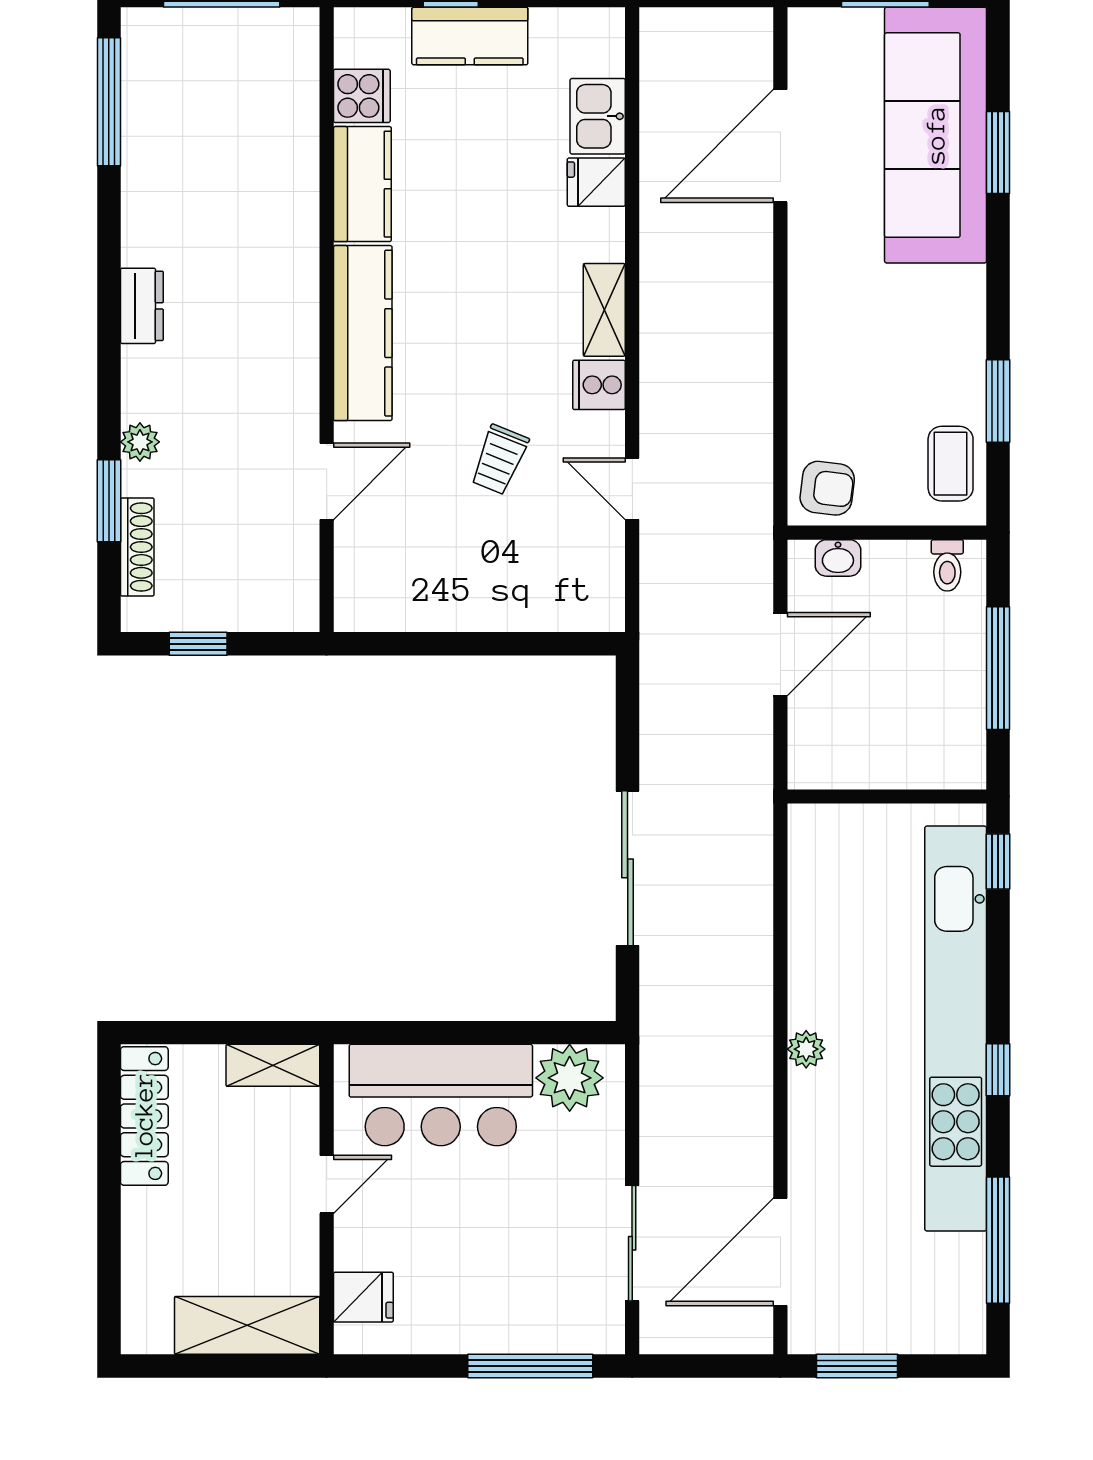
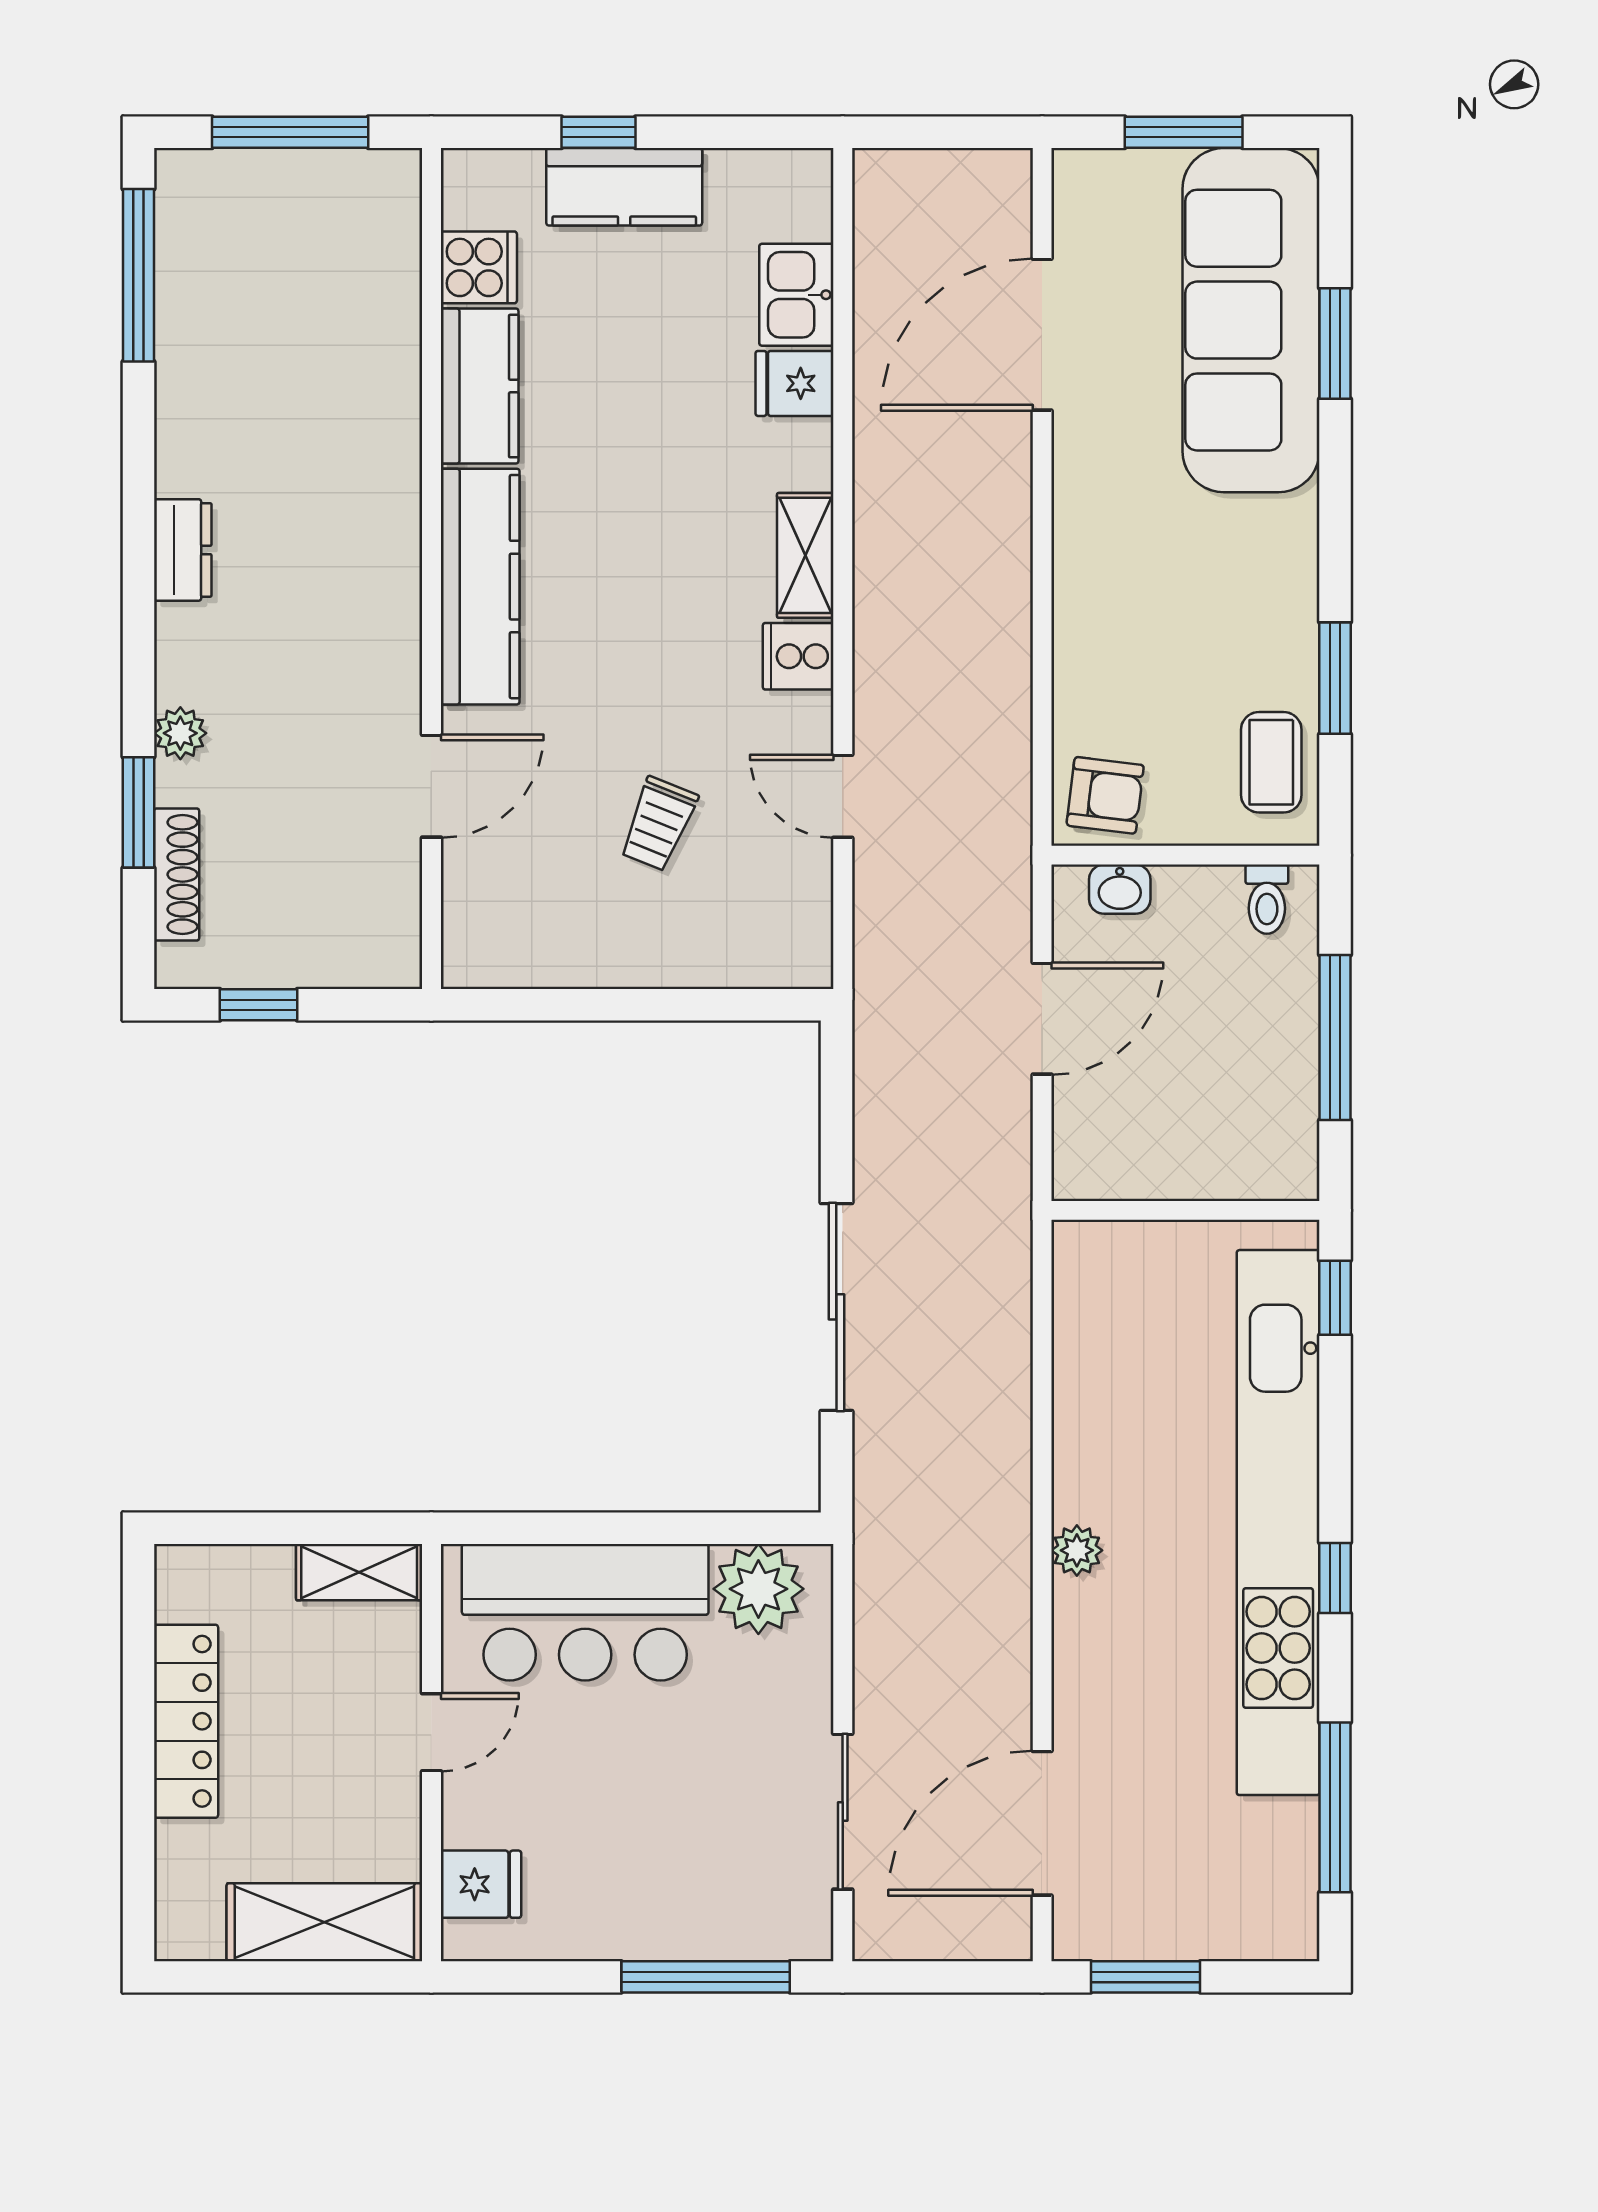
trolley: (499, 460) -> (658, 824), moved
locker: (144, 1116) -> (186, 1721), moved

